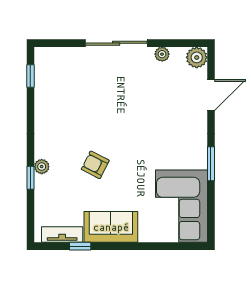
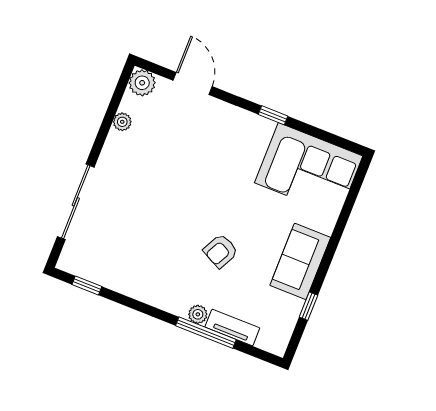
sliding door: (116, 43) -> (76, 202), moved
window: (211, 164) -> (273, 115), width x0.67
window: (30, 178) -> (206, 333), width x2.17
tv unit: (62, 234) -> (232, 328), moved, turned 90

